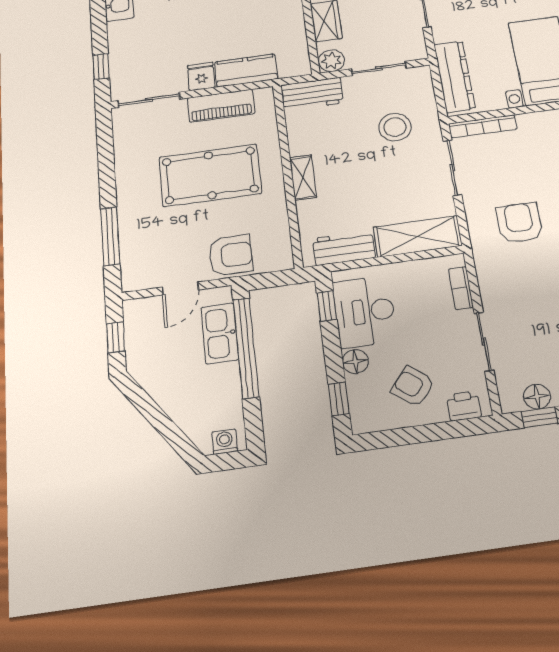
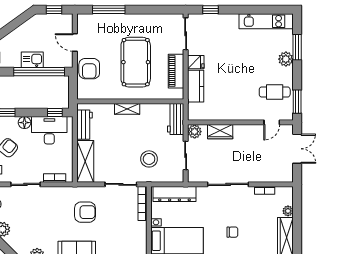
kitchen sink: (220, 333) -> (32, 60), moved, width x0.73

